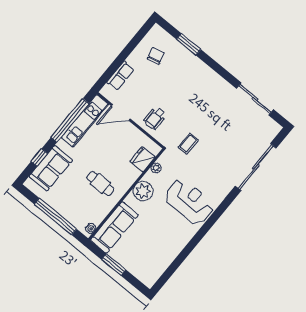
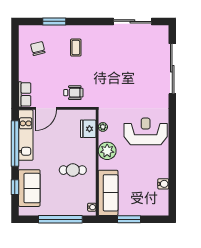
row of seats: (121, 76) -> (25, 94), moved
wheelchair: (155, 118) -> (73, 93), turned -90
coffee table: (188, 144) -> (76, 48), moved
water cooler: (168, 259) -> (163, 184), added

